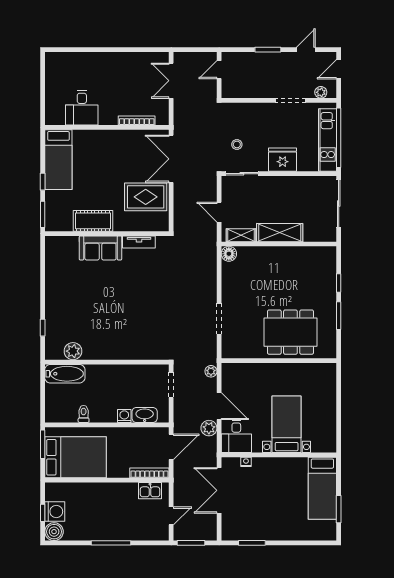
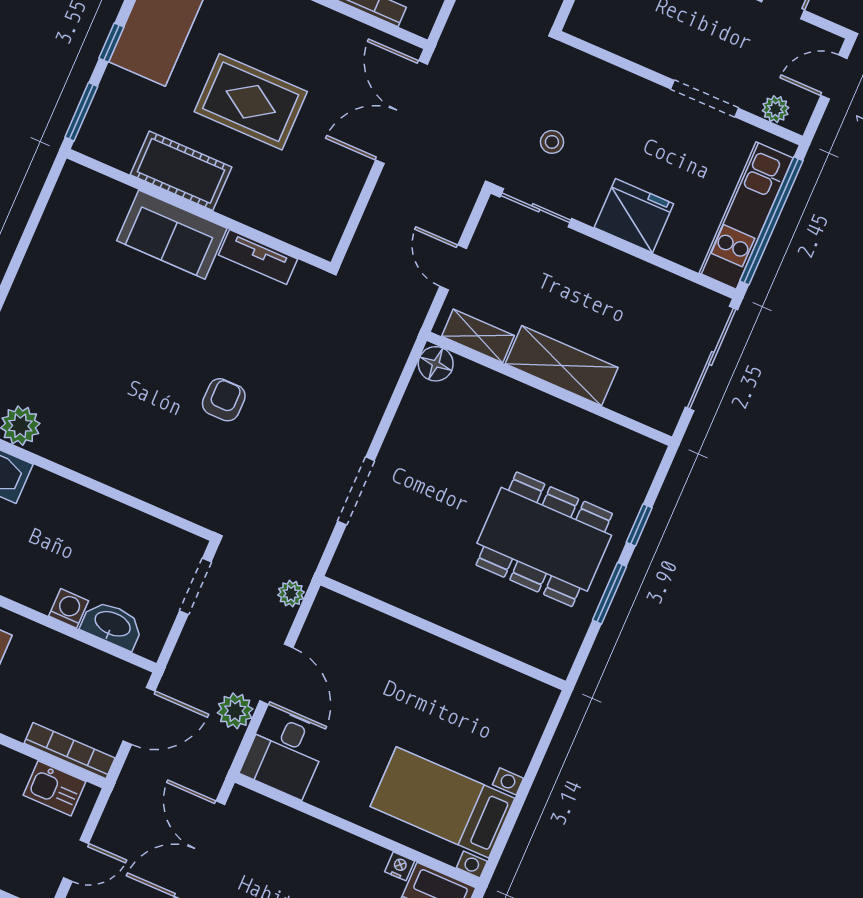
rug: (146, 197) -> (251, 102), moved
armchair: (150, 305) -> (224, 400), added
dining table: (290, 332) -> (544, 539), moved
bed with nightstands: (287, 424) -> (442, 802), moved, turned -90
nightstand: (246, 462) -> (400, 866), moved

